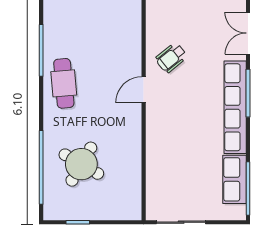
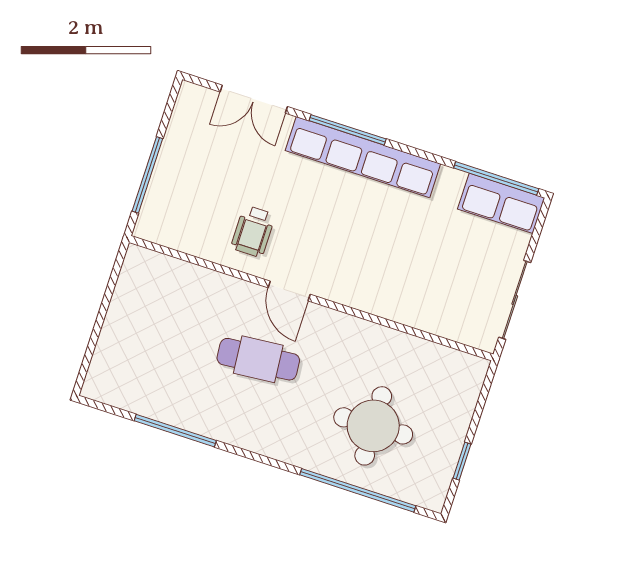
wheelchair: (171, 58) -> (253, 231), turned 39
cafe table: (64, 83) -> (258, 359), moved
round table: (81, 164) -> (373, 426), turned -32
row of seats: (234, 179) -> (501, 203), moved

